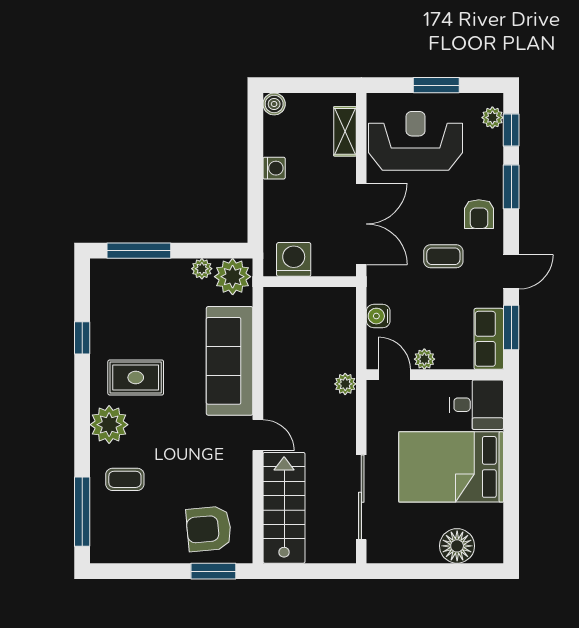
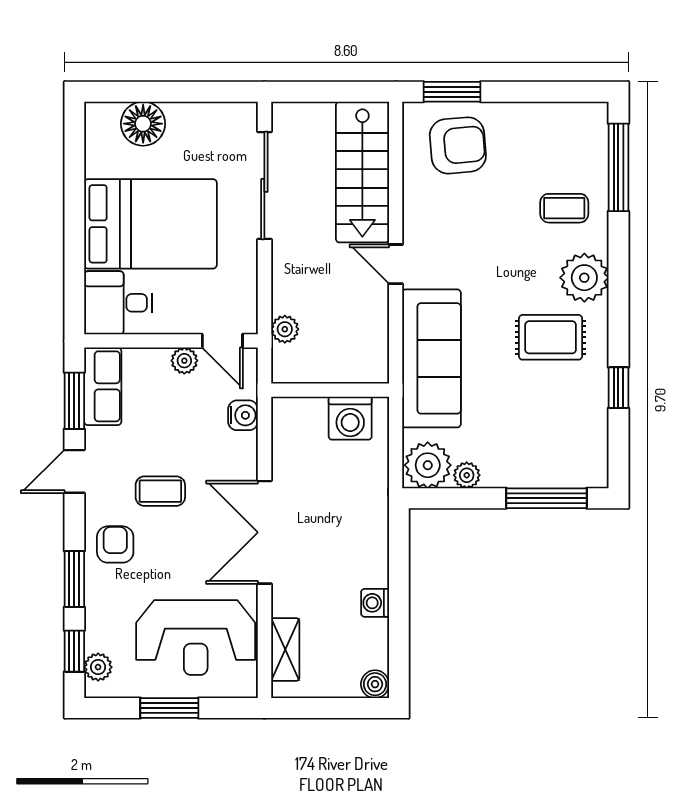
washing machine: (294, 259) -> (350, 418), moved
wall: (310, 282) -> (330, 390), moved

